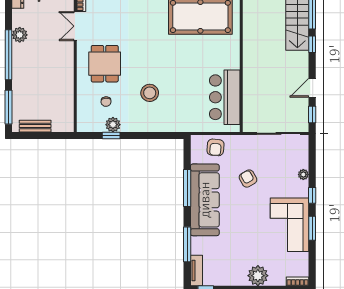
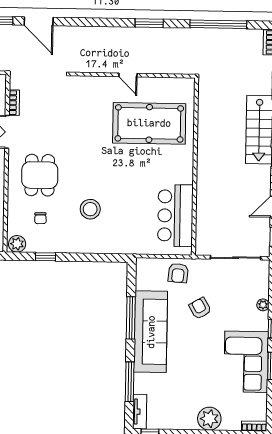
plant: (113, 125) -> (17, 244), moved
armchair: (215, 147) -> (178, 273), moved

